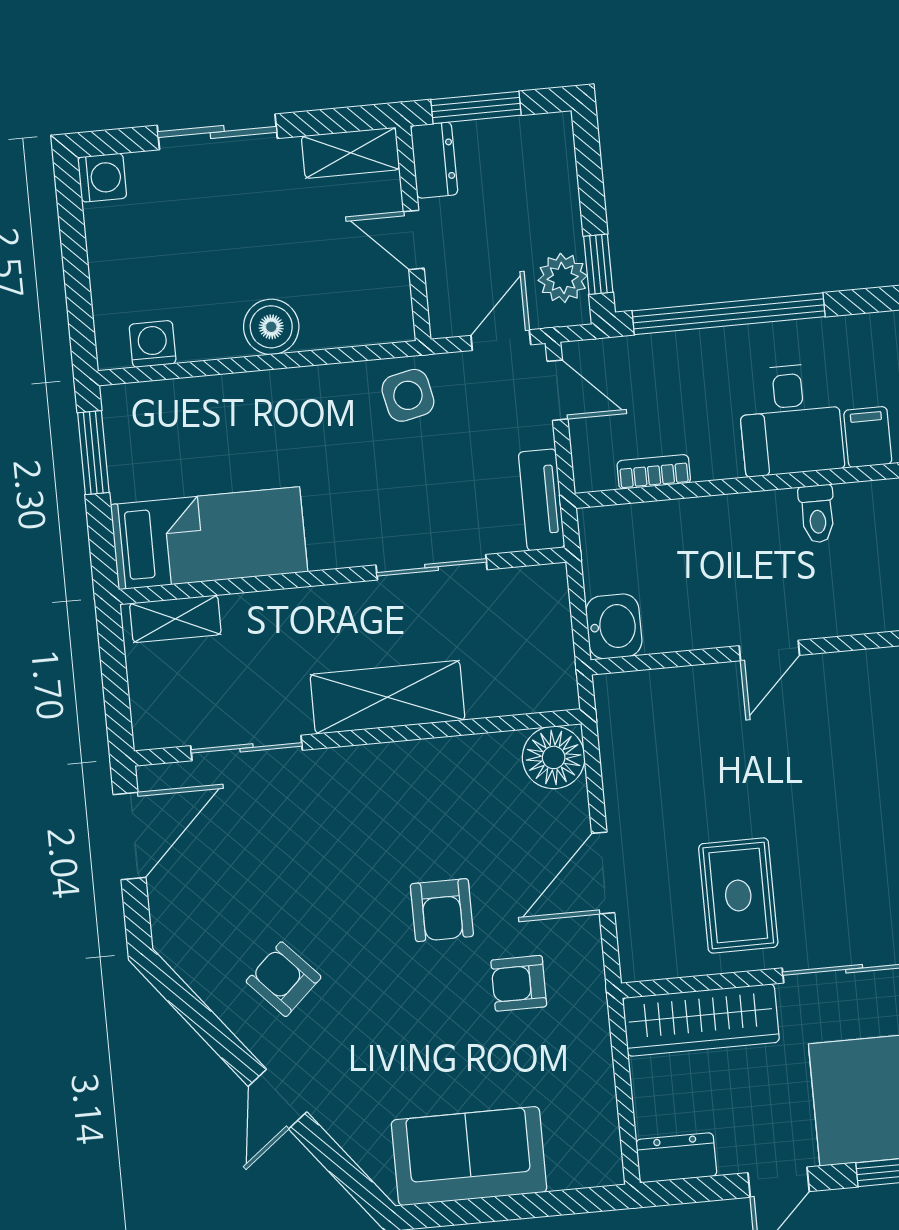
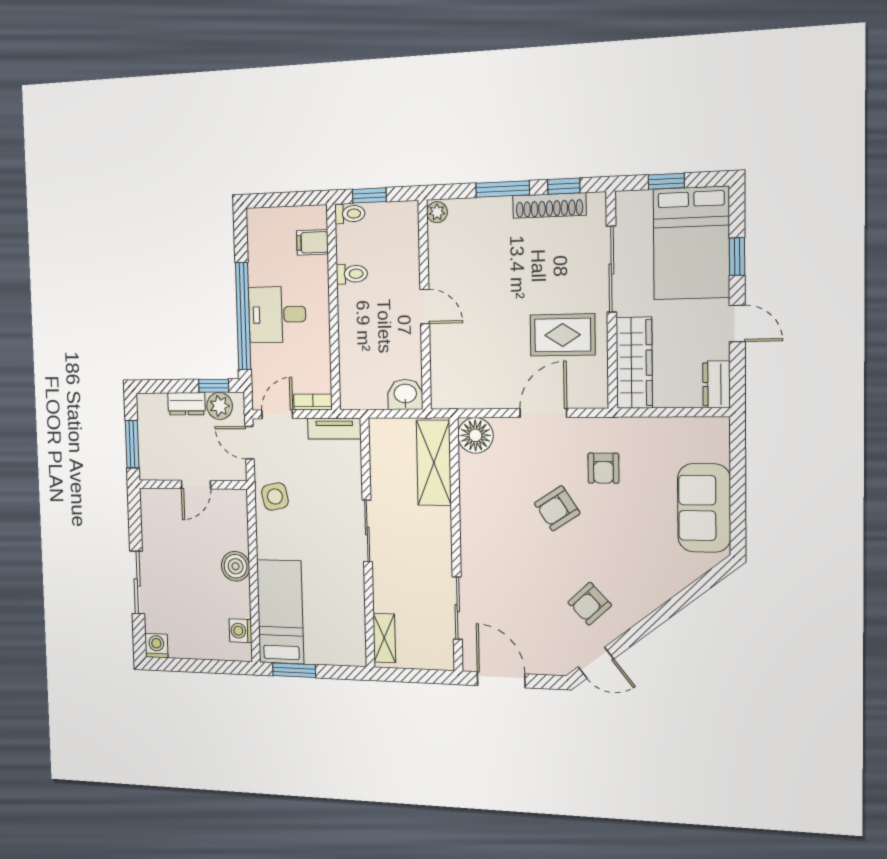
shelving: (351, 153) -> (151, 513), removed
dresser: (434, 160) -> (186, 404), moved, turned 180
desk: (791, 420) -> (277, 315), moved, turned 180
bookcase: (654, 472) -> (313, 402), moved, turned 90
bed: (209, 538) -> (280, 612), moved
sliding door: (432, 567) -> (367, 531), moved
shelving: (388, 697) -> (434, 463), moved
door: (603, 873) -> (543, 413), swing flipped
armchair: (442, 910) -> (557, 508), turned 147
door: (278, 1099) -> (596, 663), moved

